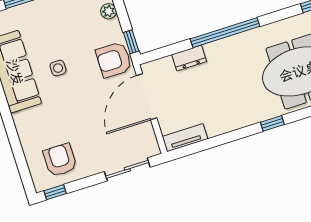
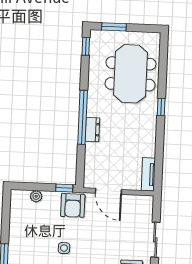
dresser: (189, 58) -> (92, 130), moved
door: (147, 97) -> (108, 191), width x0.73
sliding door: (127, 169) -> (155, 240), moved

